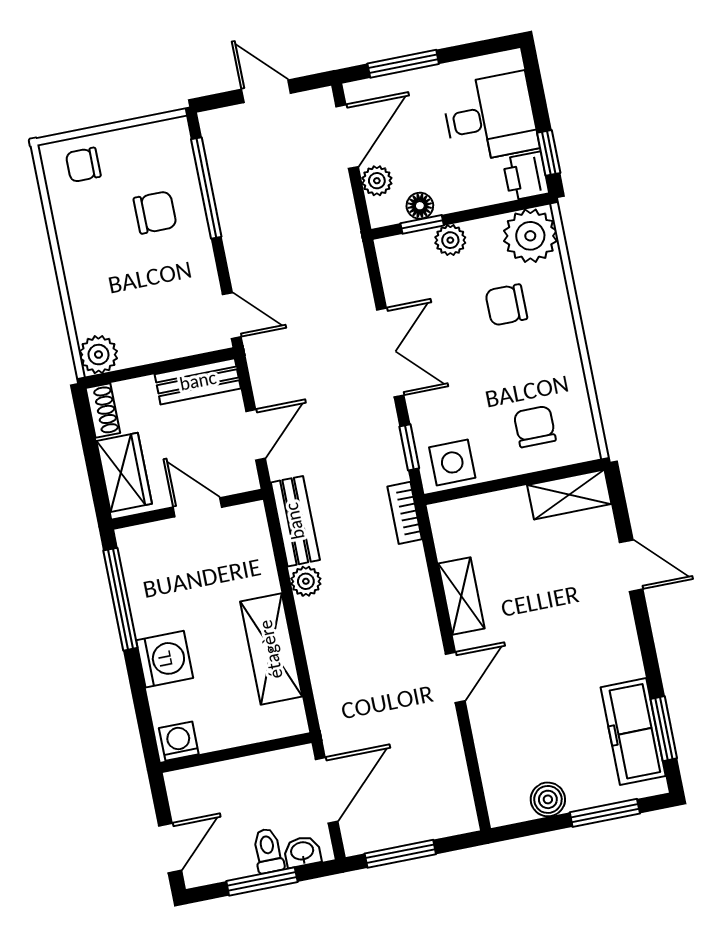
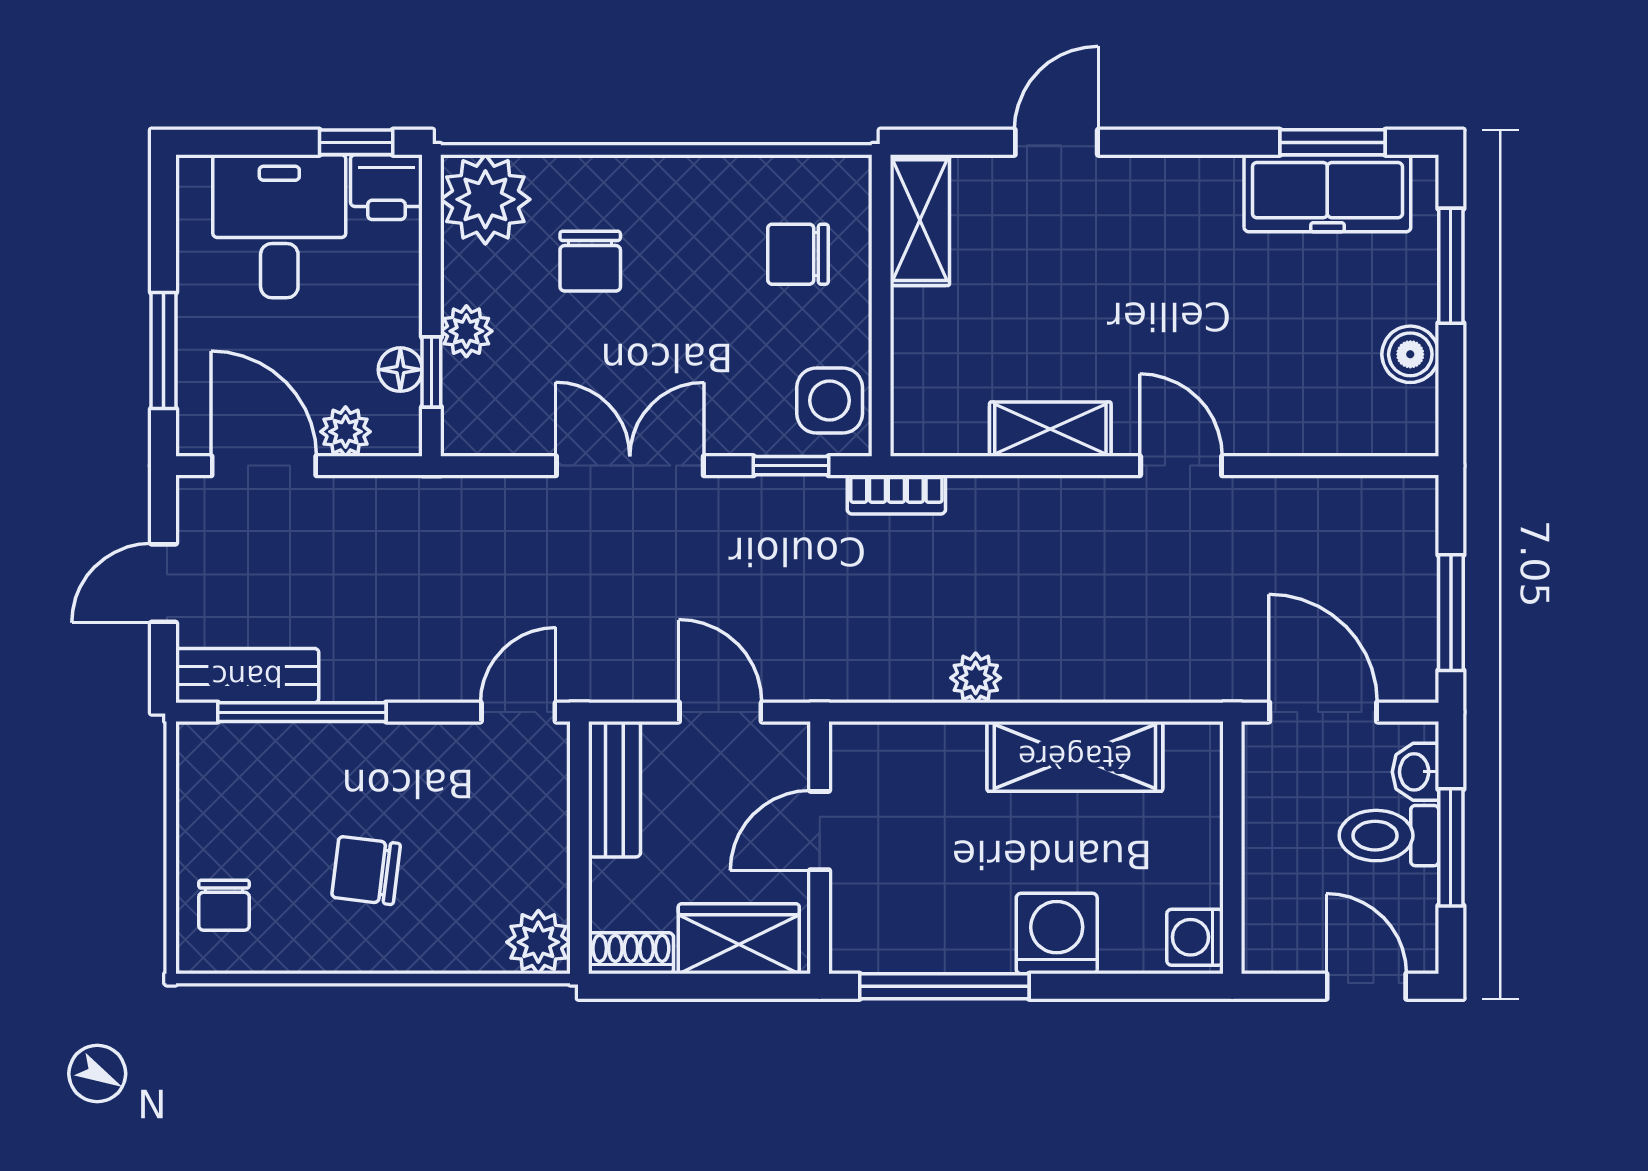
chair: (155, 212) -> (366, 870), moved, turned -83
bench: (295, 521) -> (247, 676), moved
toilet: (268, 851) -> (1389, 836), width x1.37, depth x1.39

